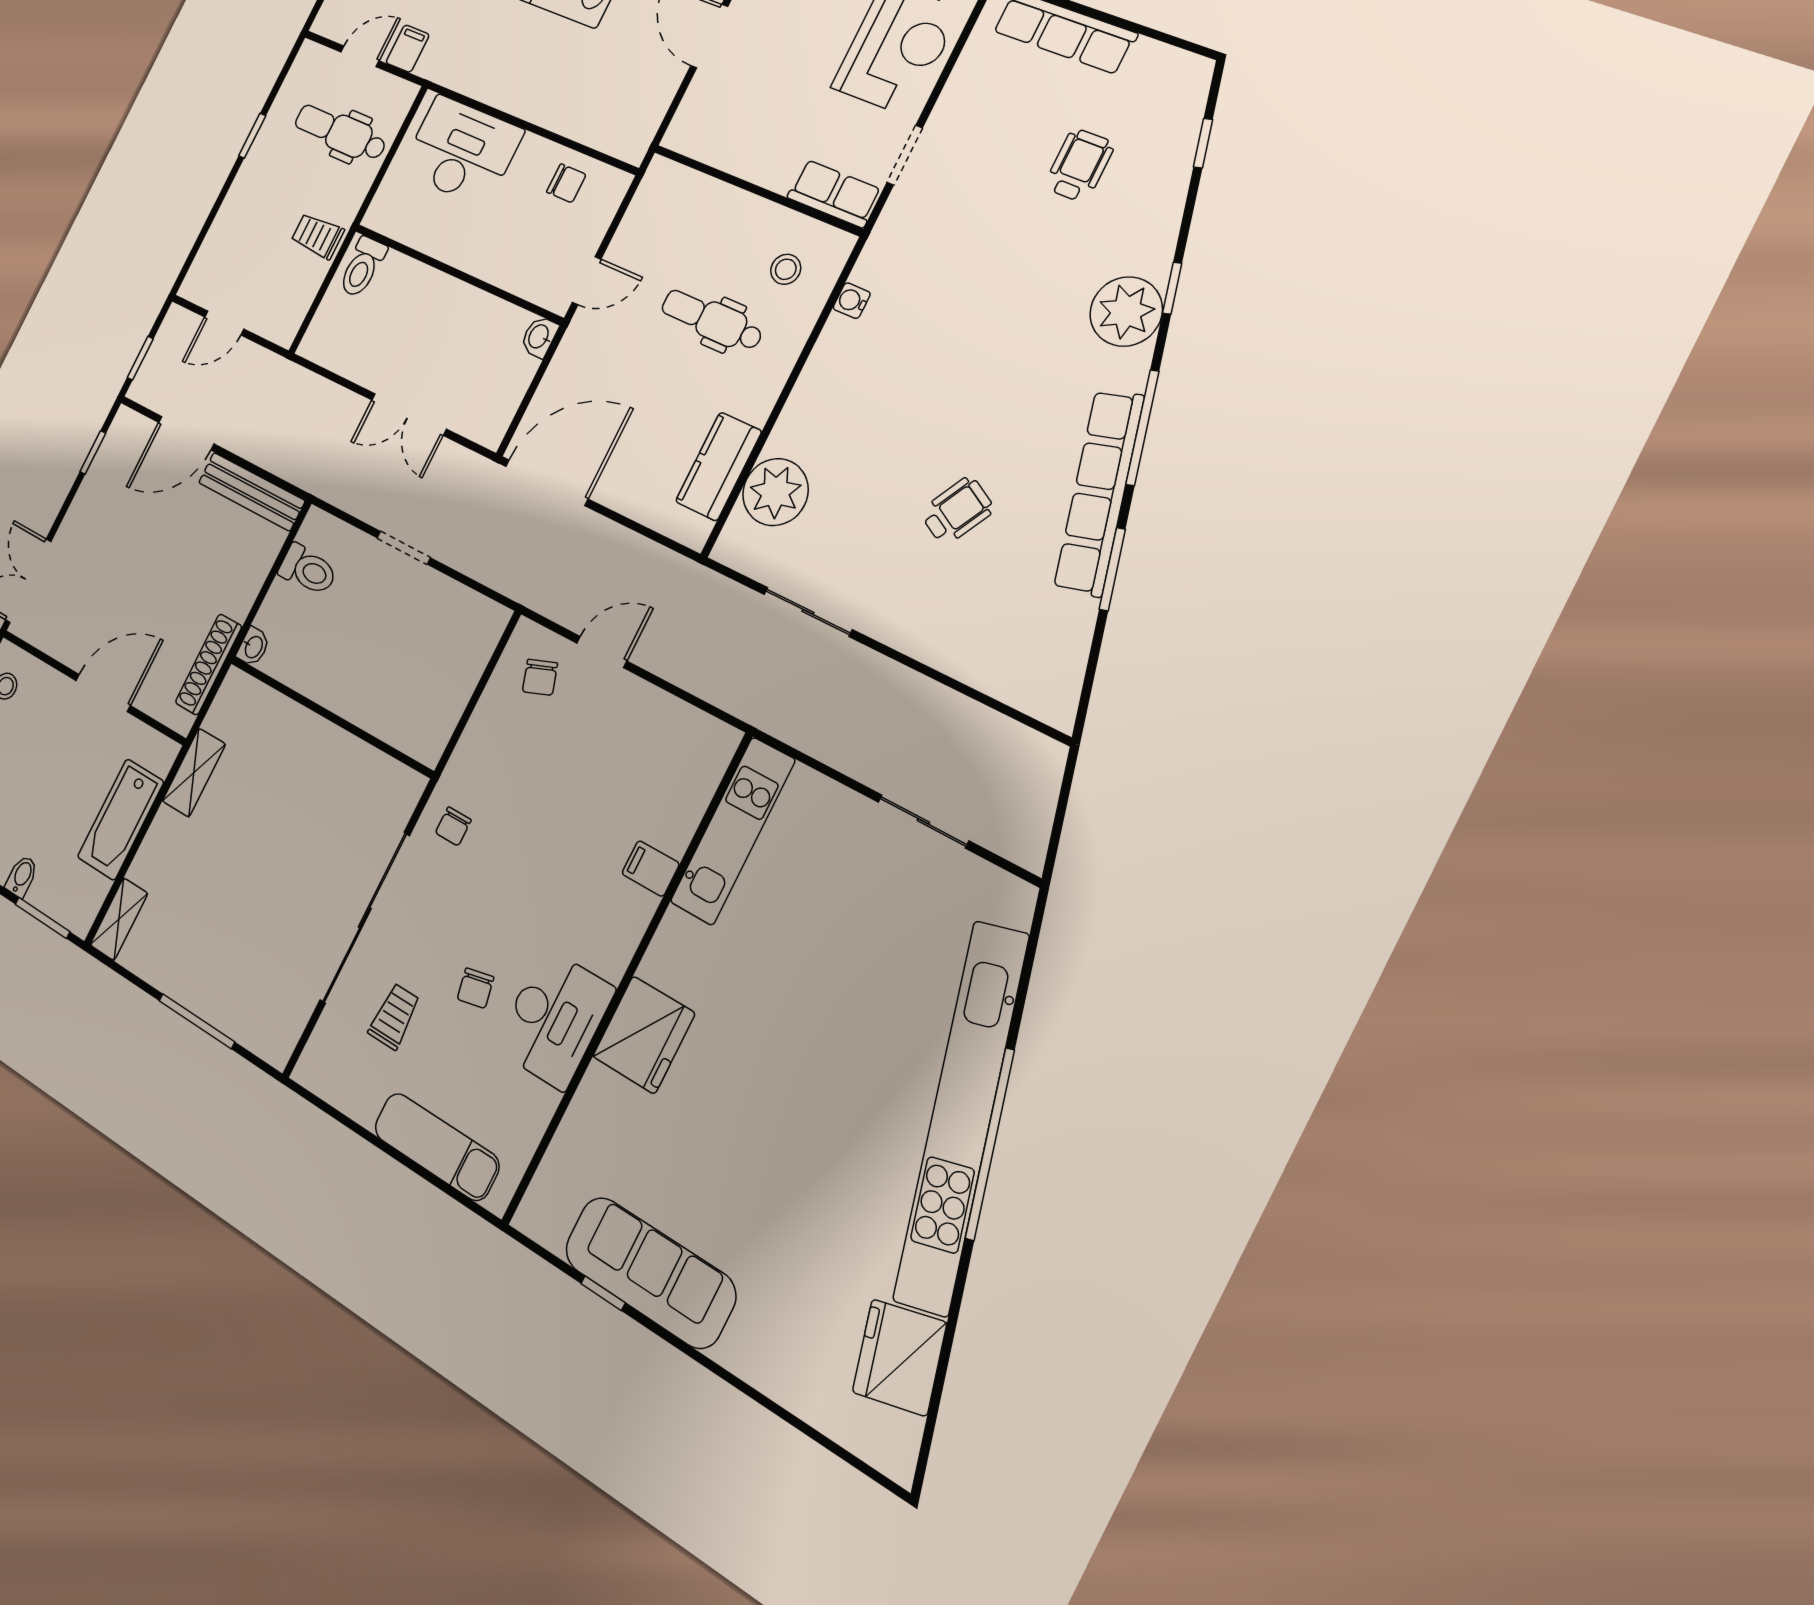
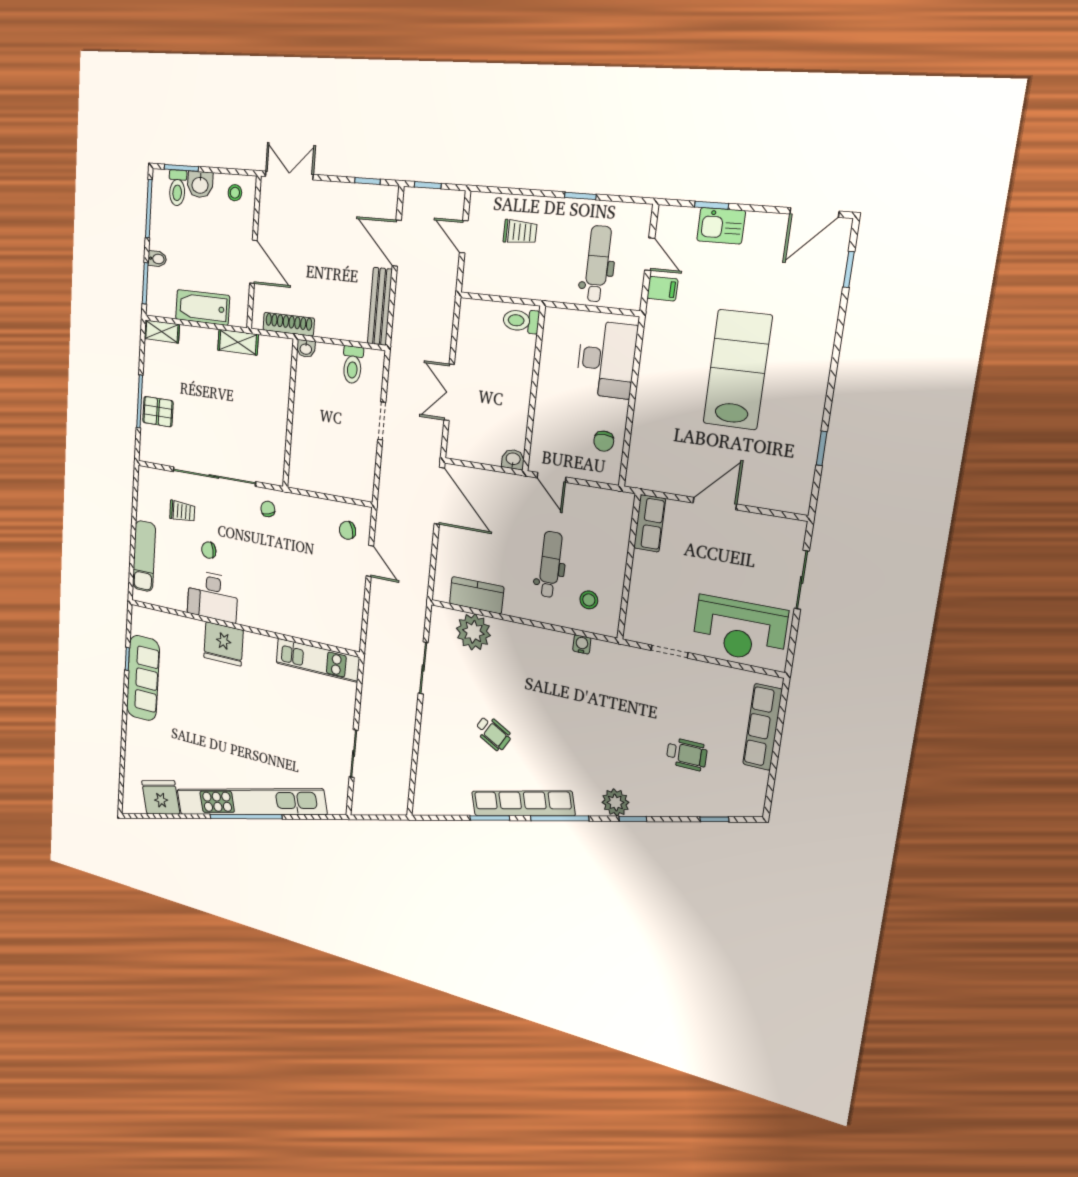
row of seats: (834, 194) -> (650, 523), moved
trolley: (317, 236) -> (520, 232), moved, turned 90
plant: (1126, 312) -> (615, 802), width x0.73, depth x0.73
chair: (453, 826) -> (268, 509), turned 74
filing cabinet: (651, 869) -> (288, 623), removed
pallet: (226, 989) -> (158, 412), added

